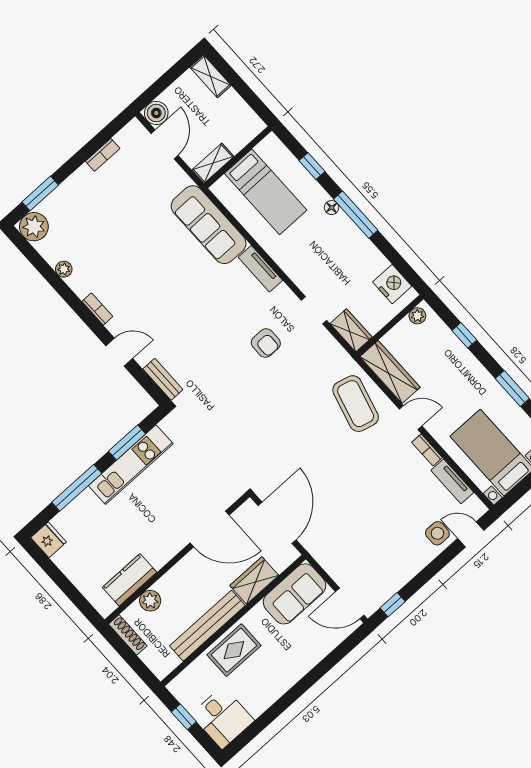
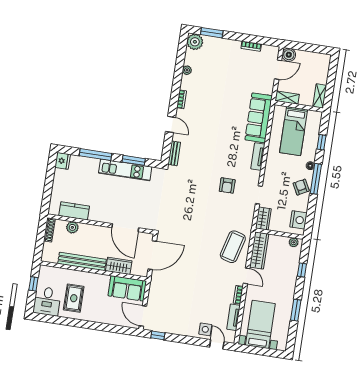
shelving: (210, 76) -> (320, 96), moved
armchair: (350, 244) -> (301, 187), added
rug: (234, 650) -> (74, 298), moved, turned 90

